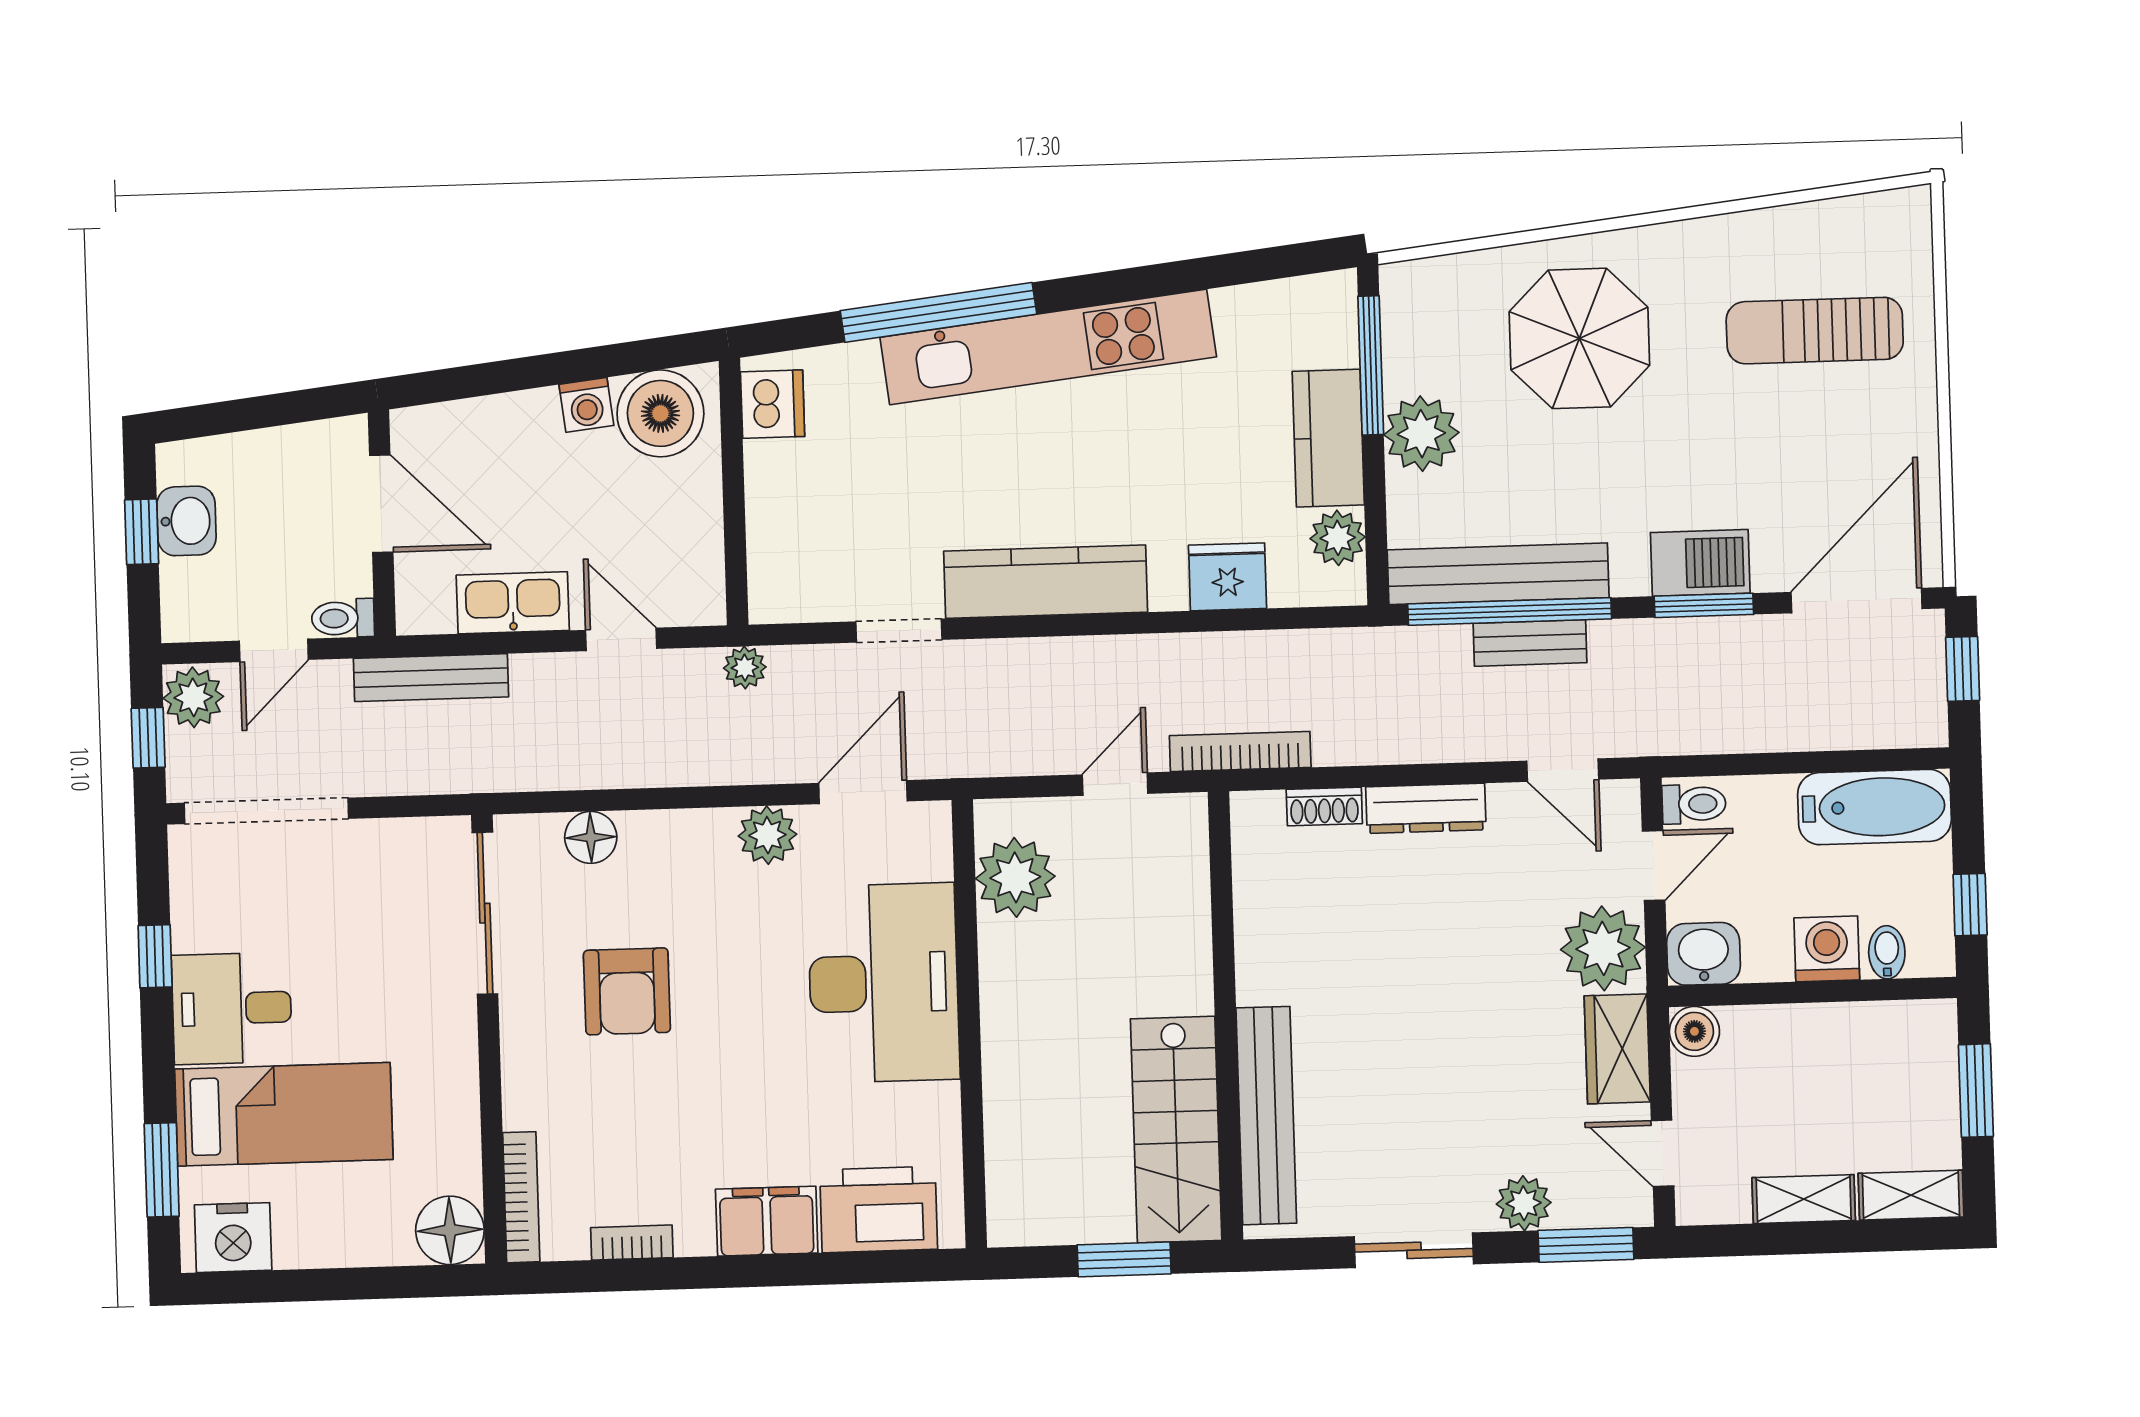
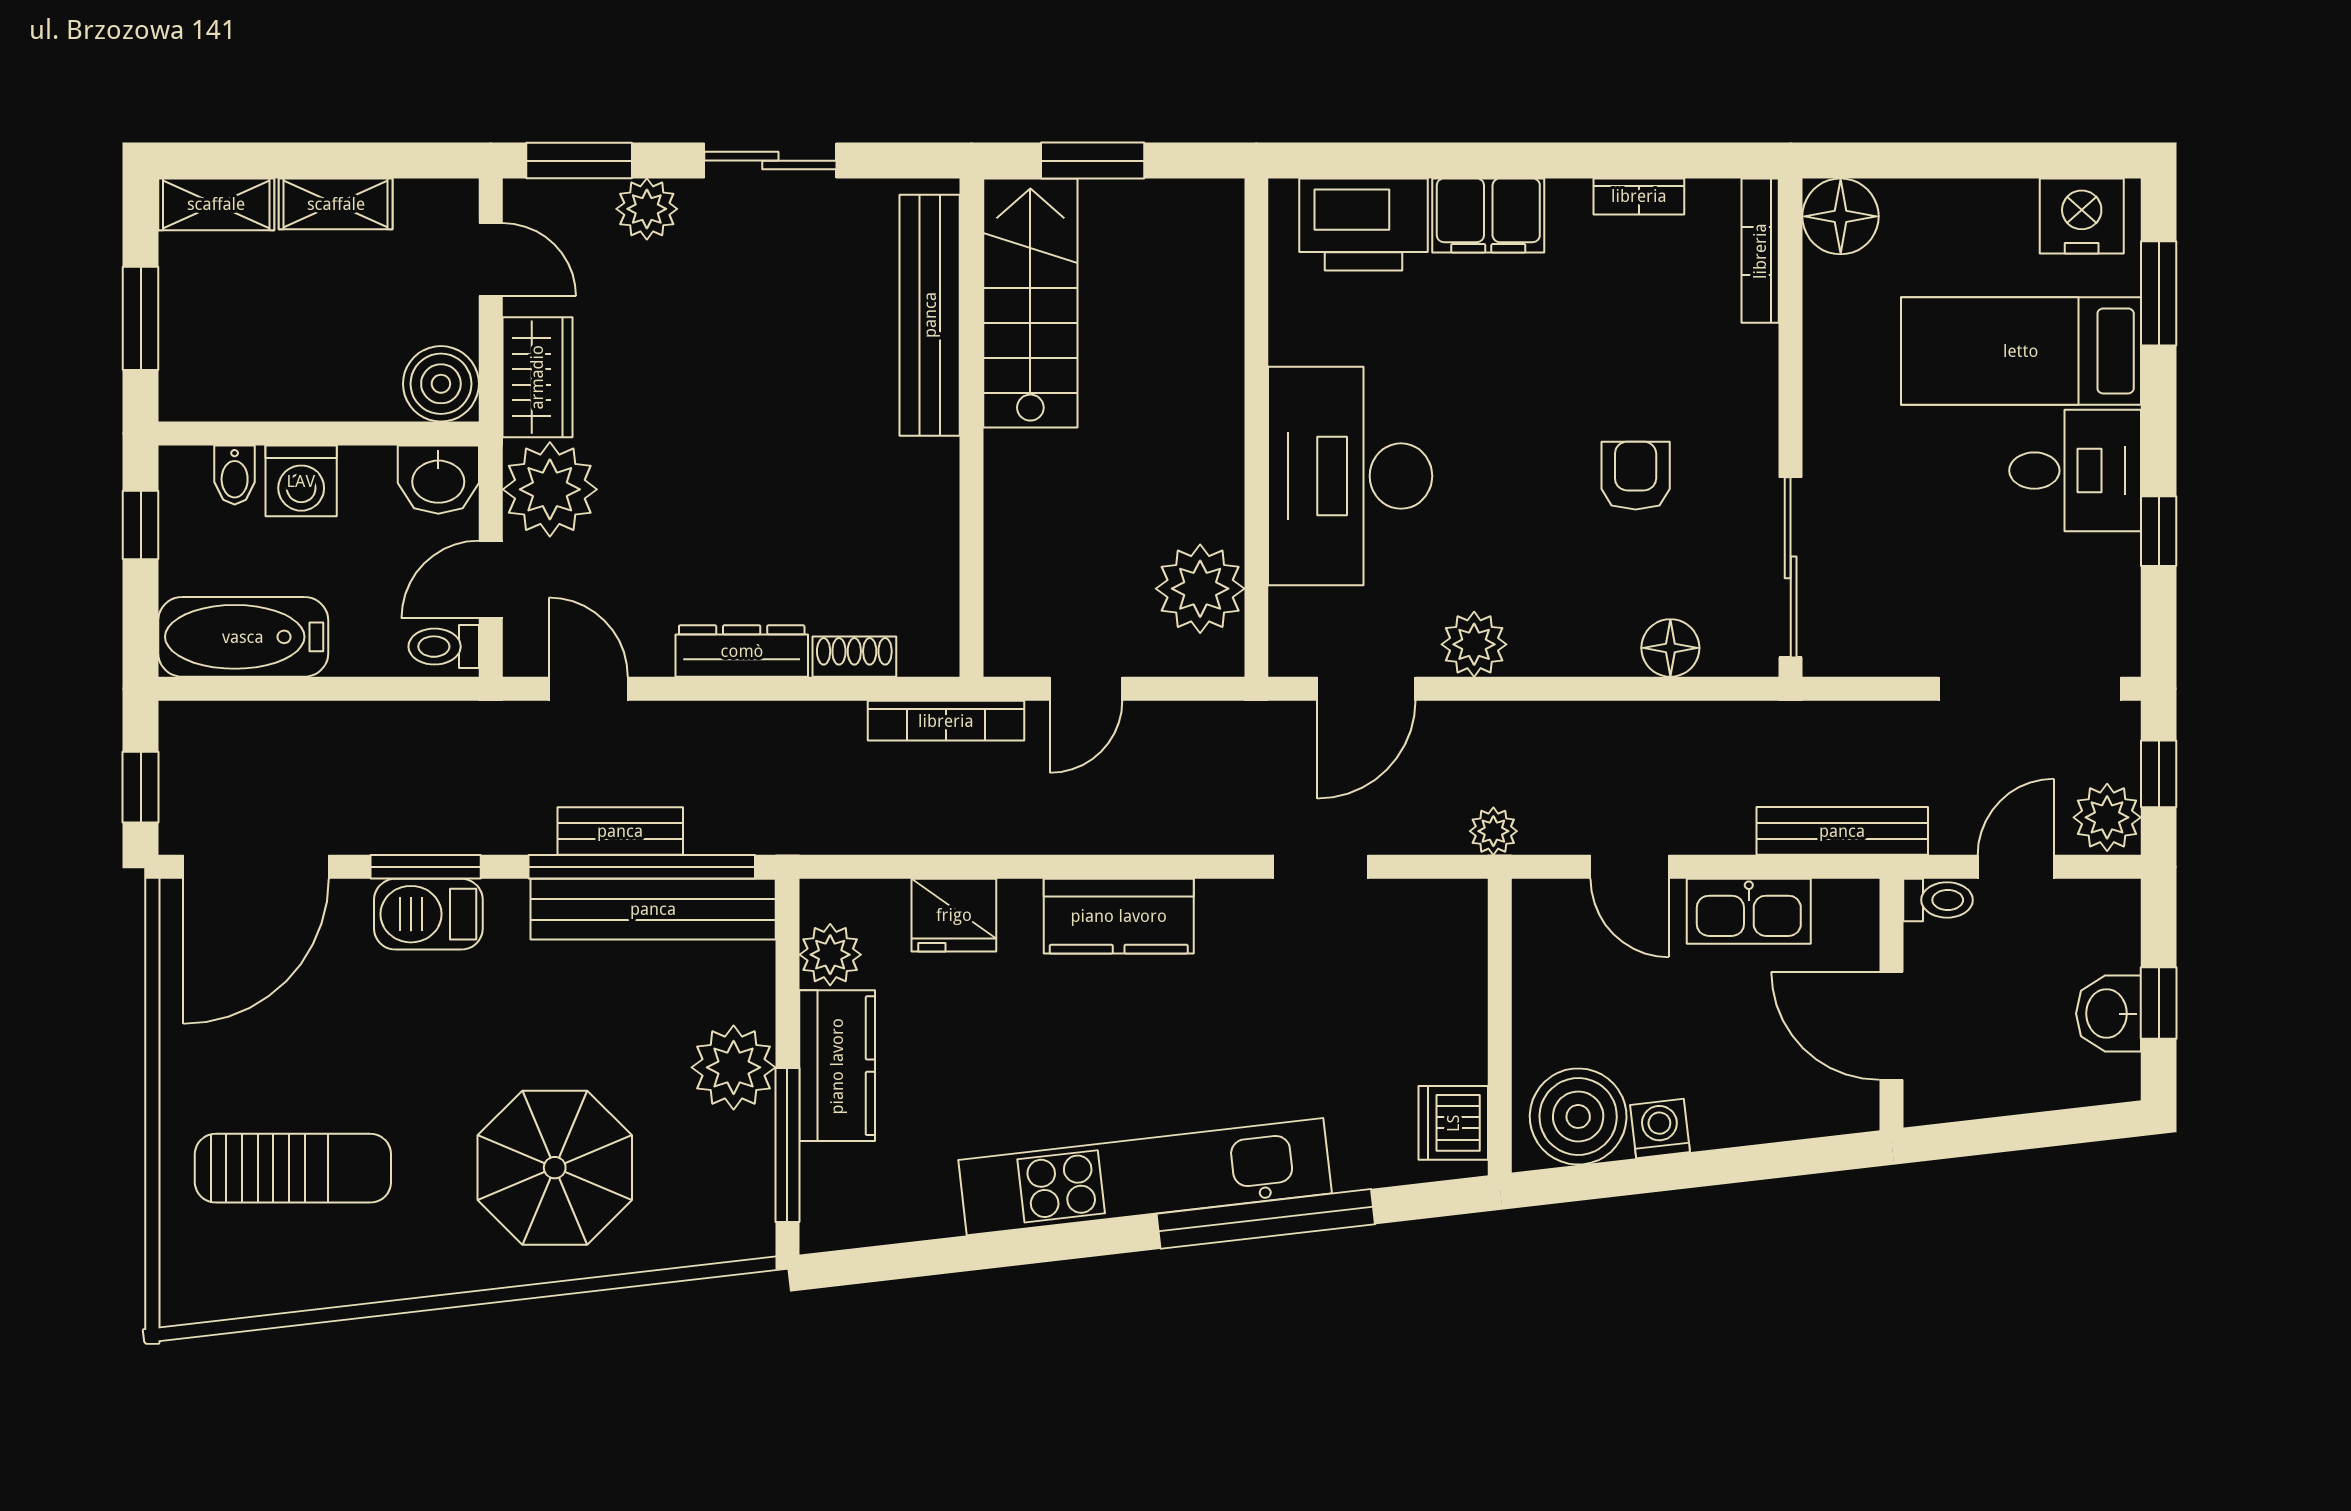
kitchen counter: (1046, 582) -> (1119, 916), width x0.67
armchair: (627, 991) -> (1636, 476), width x0.72, depth x0.72
boiler: (1694, 1031) -> (441, 384), width x1.36, depth x1.36

